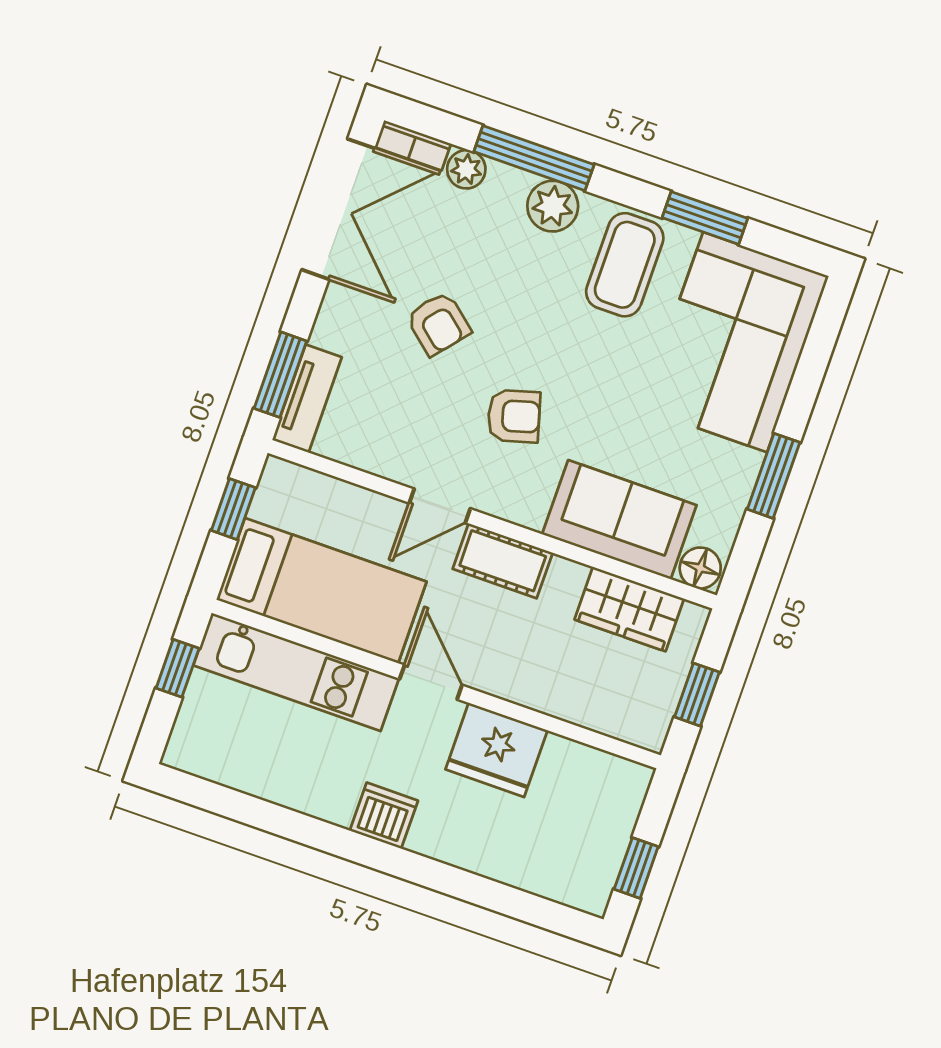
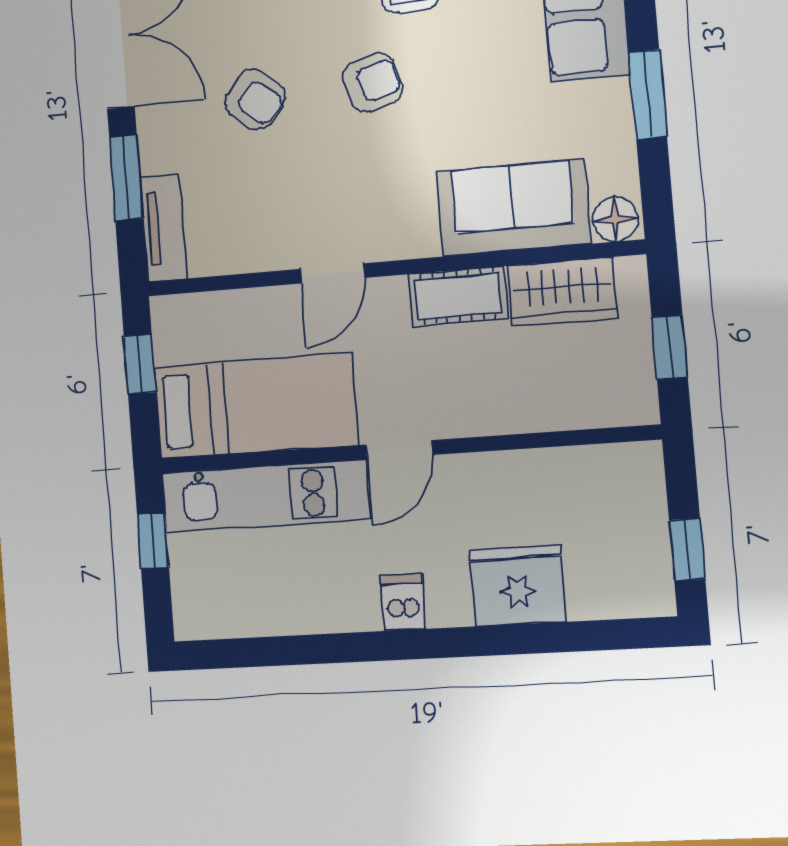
window: (280, 375) -> (126, 178), moved
armchair: (514, 416) -> (372, 83), moved
cot: (503, 561) -> (458, 296), moved
door: (431, 682) -> (399, 450), swing flipped
fridge: (496, 750) -> (518, 585), moved, turned 180
dishwasher: (384, 816) -> (403, 602), width x0.73

